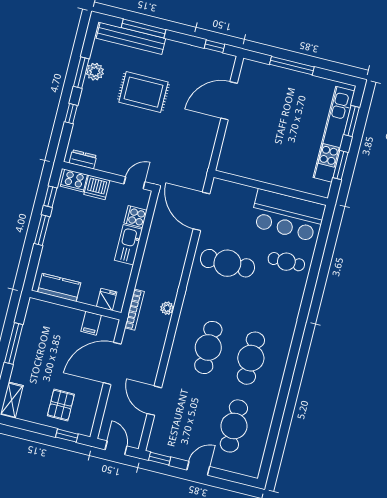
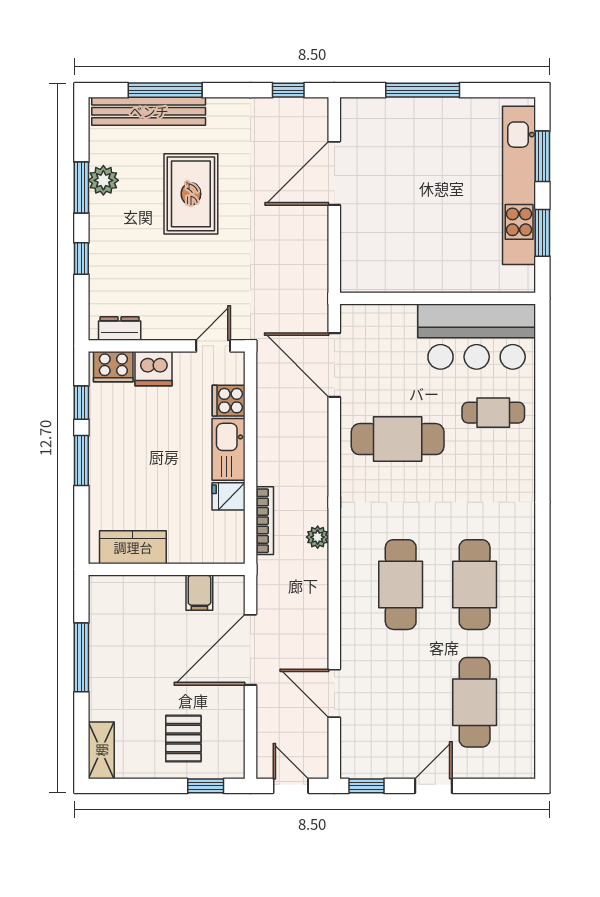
rug: (143, 92) -> (191, 194), turned 90
fridge: (107, 299) -> (229, 496), moved, turned -90
bookcase: (134, 310) -> (265, 521), moved

